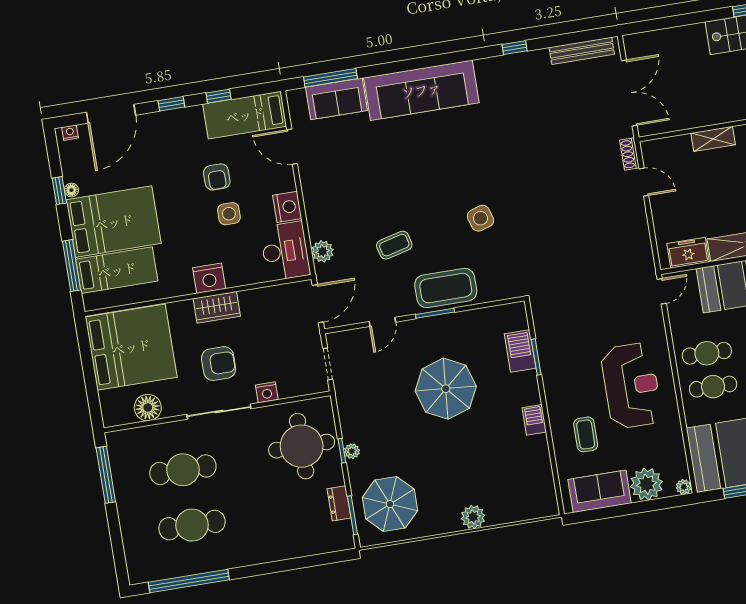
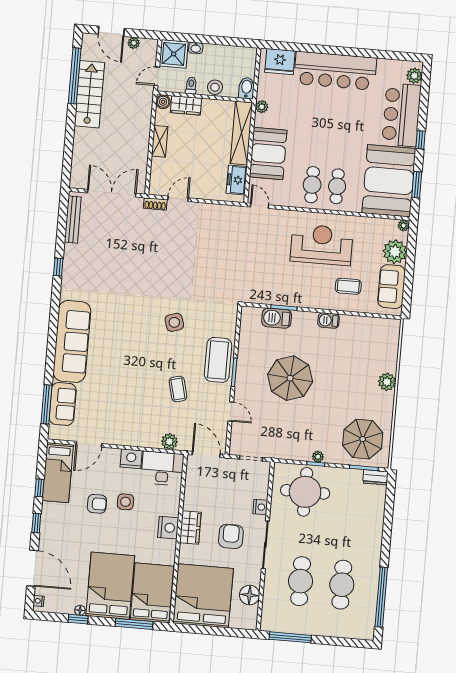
bed: (117, 270) -> (152, 593), width x1.50
dresser: (339, 503) -> (375, 477), moved

